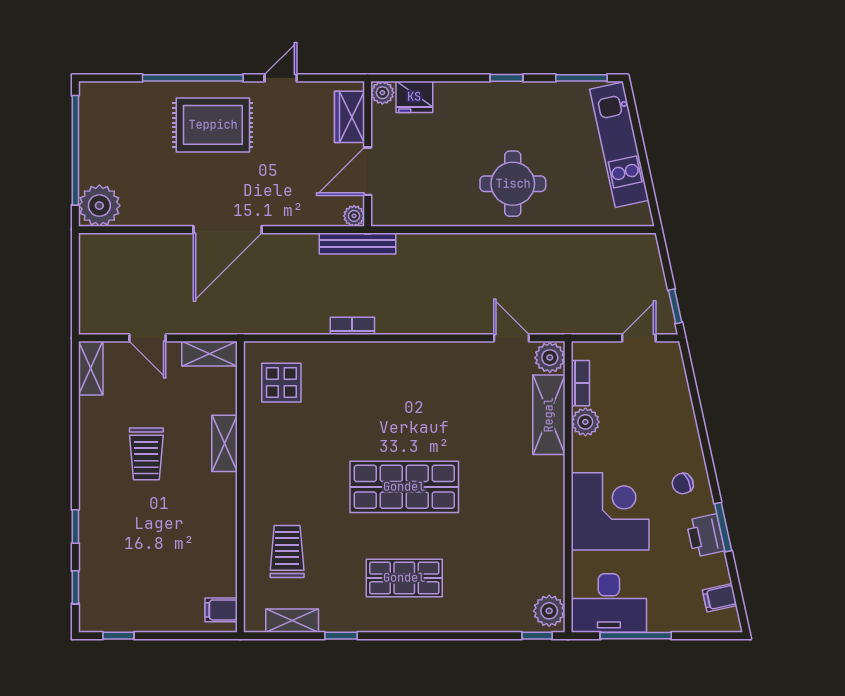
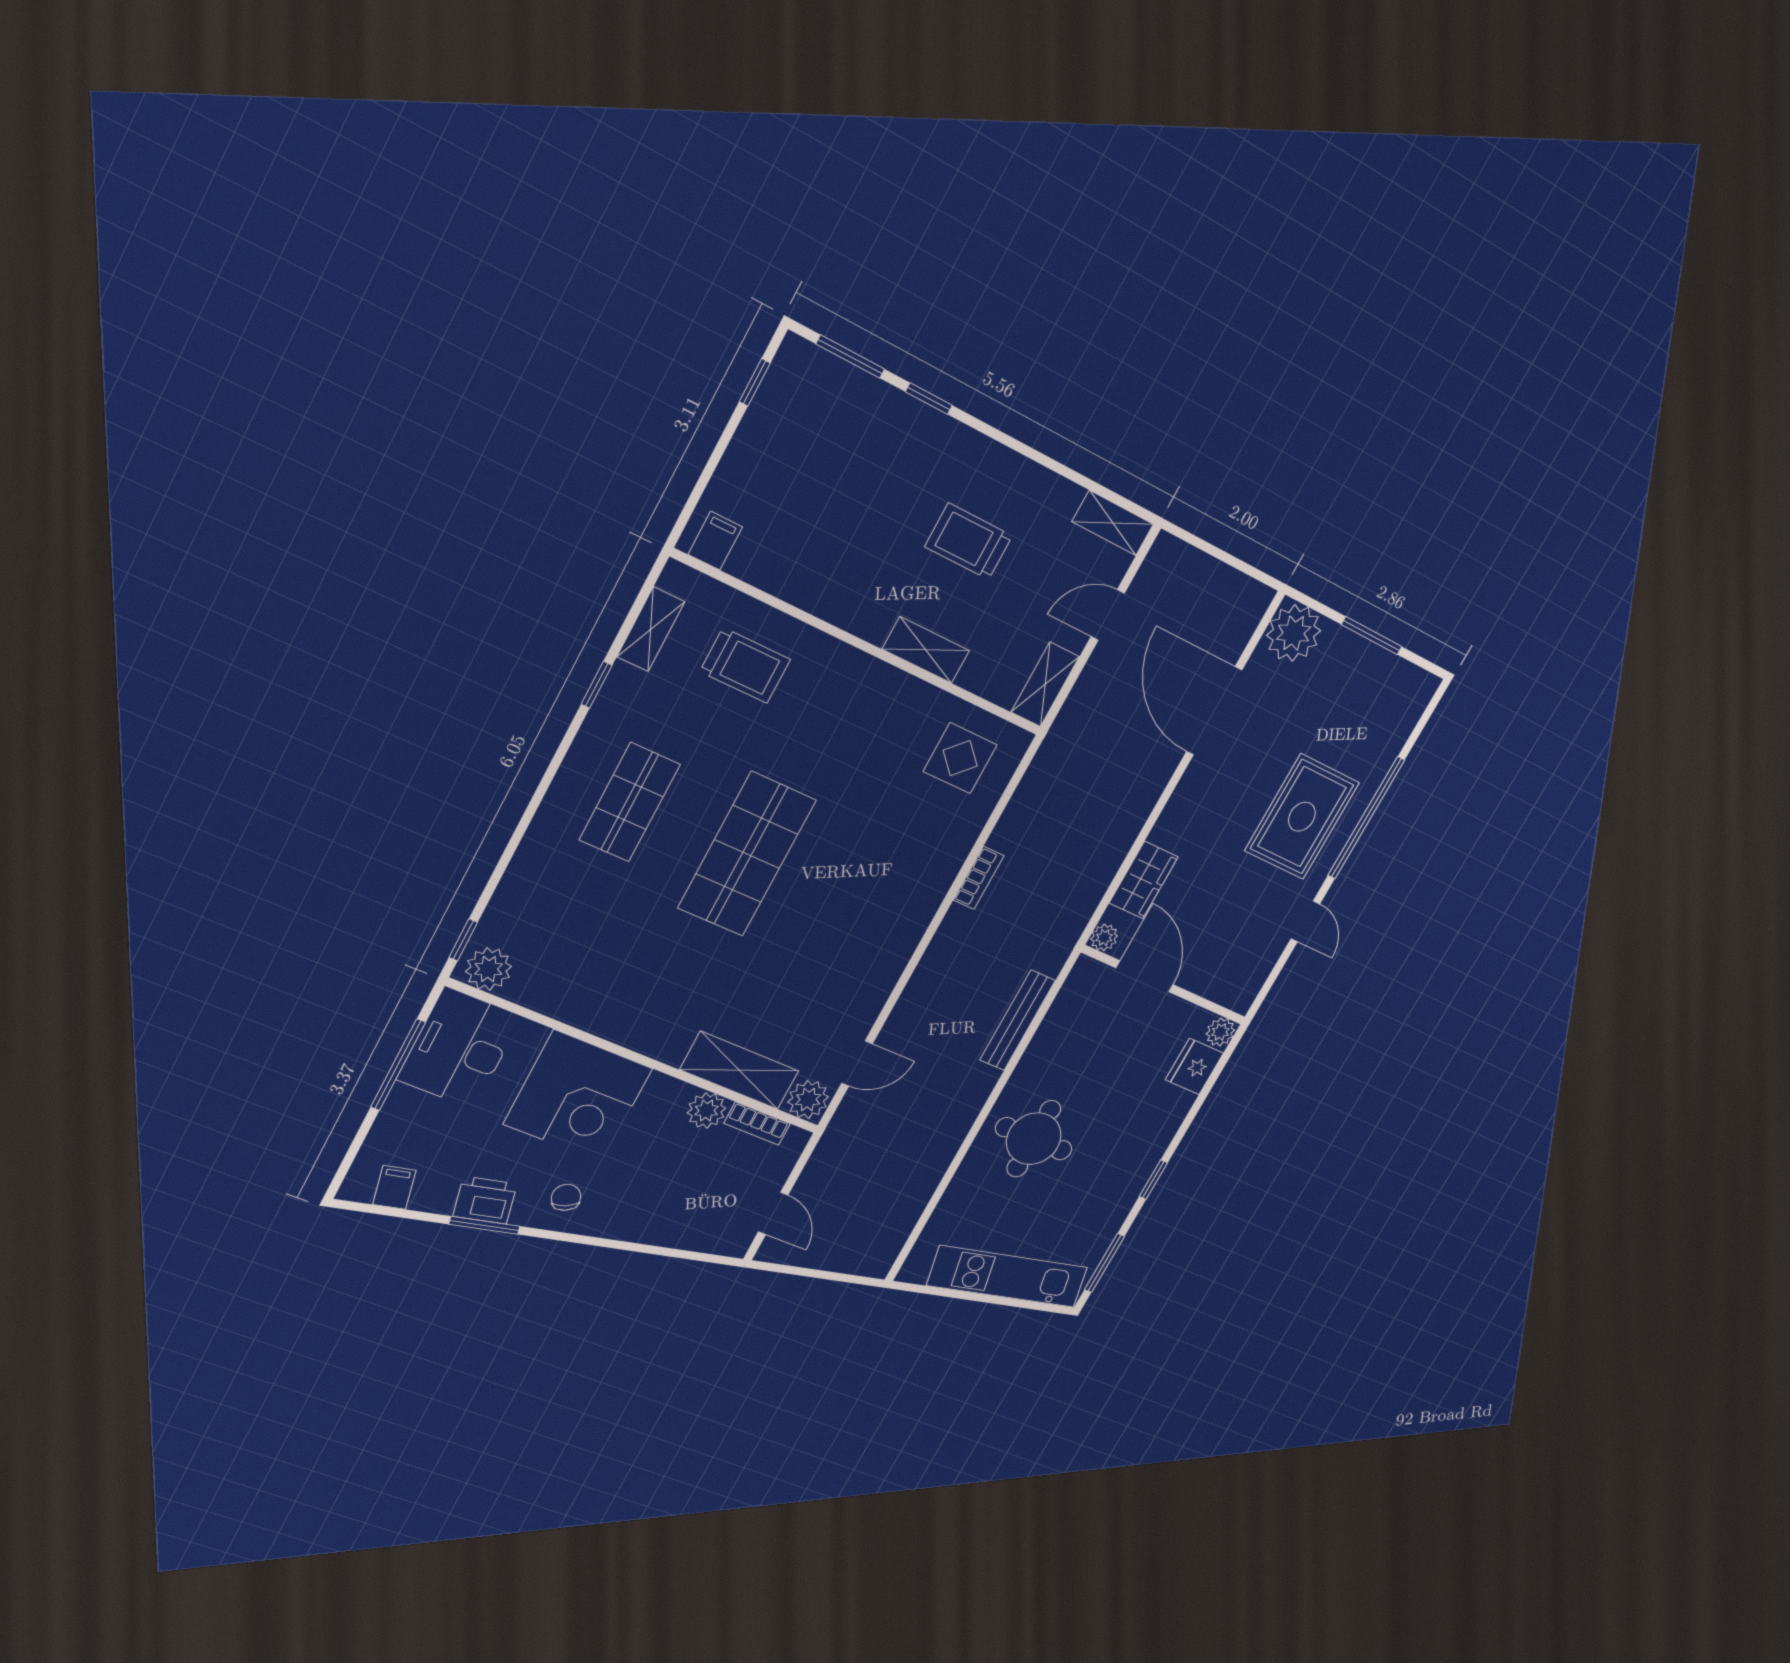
wardrobe: (349, 117) -> (1144, 880), moved, turned 90
window: (75, 150) -> (1372, 636), width x0.47
door: (228, 230) -> (1214, 711), moved
bench: (358, 244) -> (1018, 1020), moved
window: (675, 306) -> (787, 1269), removed
window: (75, 587) -> (850, 357), width x1.50

